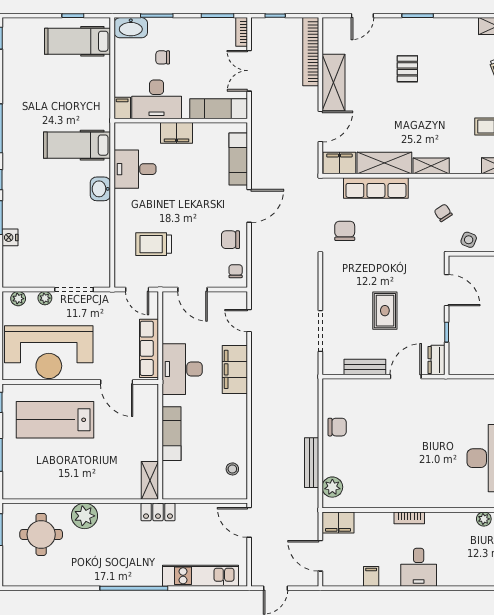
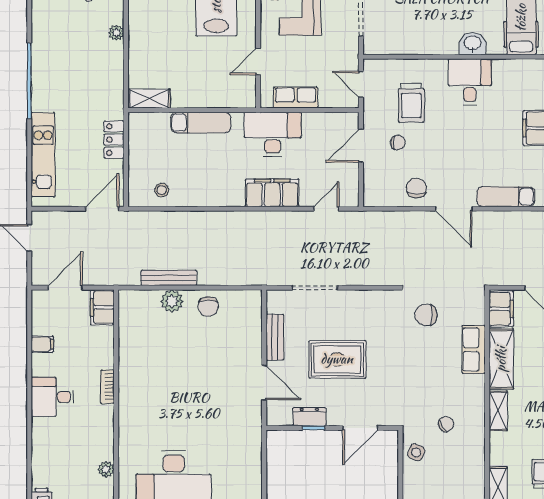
desk: (135, 169) -> (470, 82), moved
row of seats: (376, 188) -> (474, 349), width x0.68
chair: (345, 231) -> (426, 315), turned 180
trolley: (154, 244) -> (411, 103), turned 180
chair: (236, 271) -> (398, 143), moved
door: (137, 290) -> (361, 84), hinge flipped
rug: (385, 311) -> (337, 359), width x1.36, depth x1.43
row of seats: (149, 348) -> (296, 98), width x0.68
dresser: (436, 360) -> (309, 417), moved
door: (117, 382) -> (258, 62), width x0.73
plant: (332, 487) -> (172, 301), moved
locker: (158, 512) -> (114, 140), moved
plant: (85, 516) -> (116, 33), width x0.53, depth x0.53

